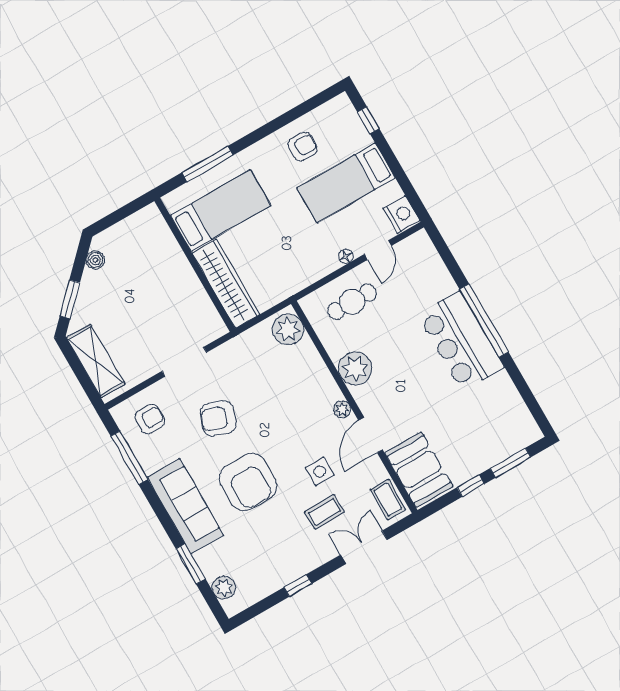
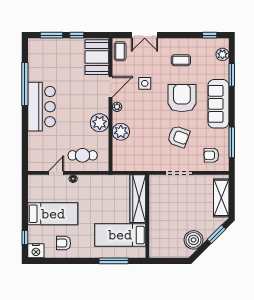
nightstand: (401, 214) -> (36, 251), moved, turned -90
boiler: (95, 260) -> (194, 240), width x1.86, depth x1.86
window: (484, 321) -> (25, 84), moved
plant: (288, 329) -> (121, 132), moved
coffee table: (324, 512) -> (181, 60), moved
window: (298, 585) -> (210, 35), moved

